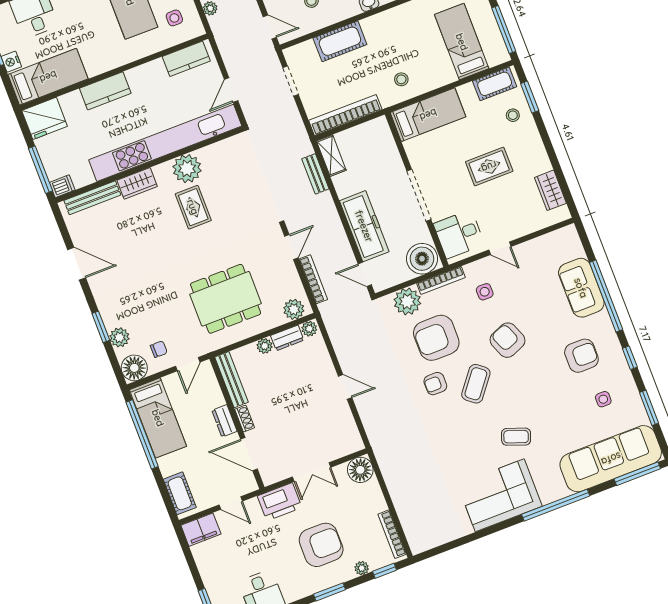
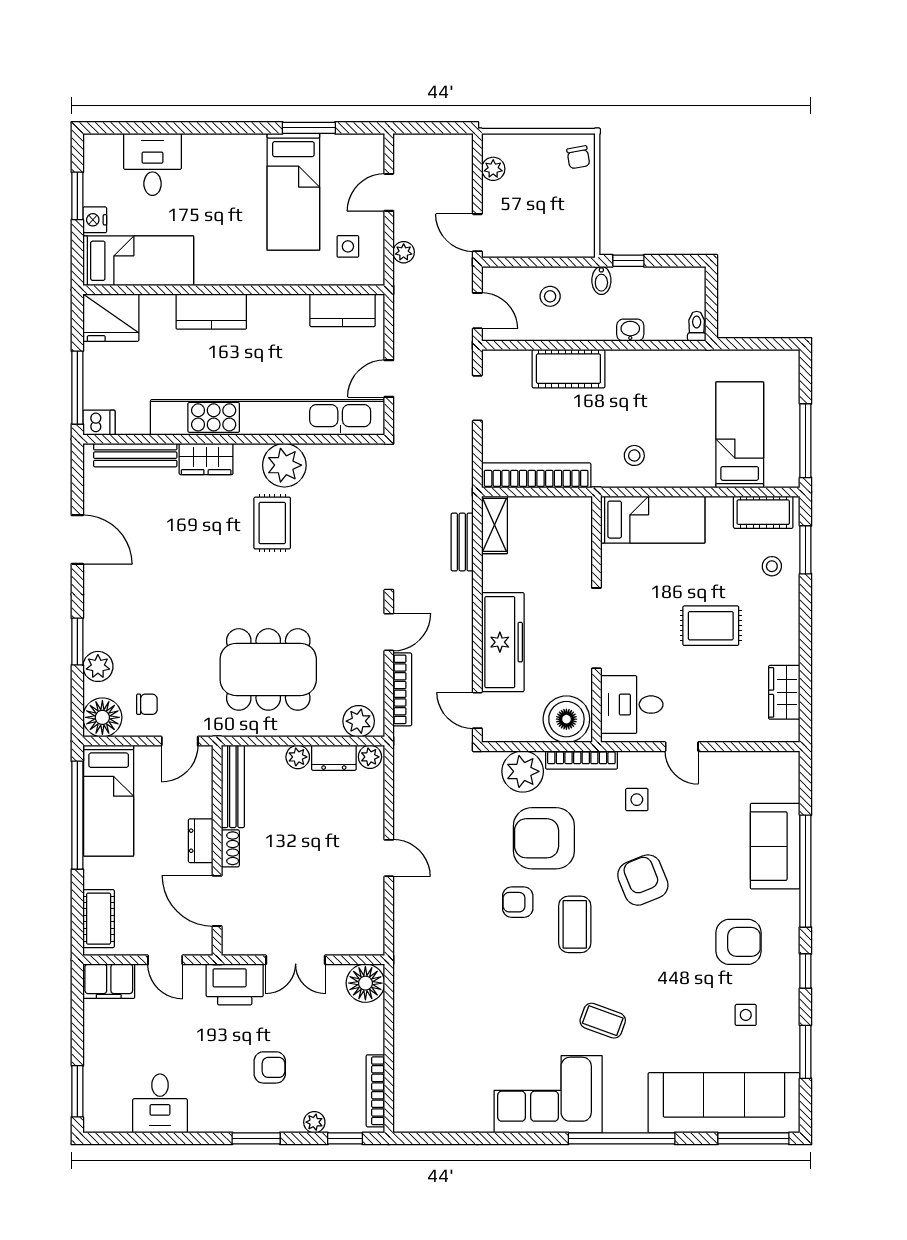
coffee table: (476, 384) -> (575, 924), turned -38
armchair: (321, 545) -> (270, 1067), width x0.53, depth x0.53

